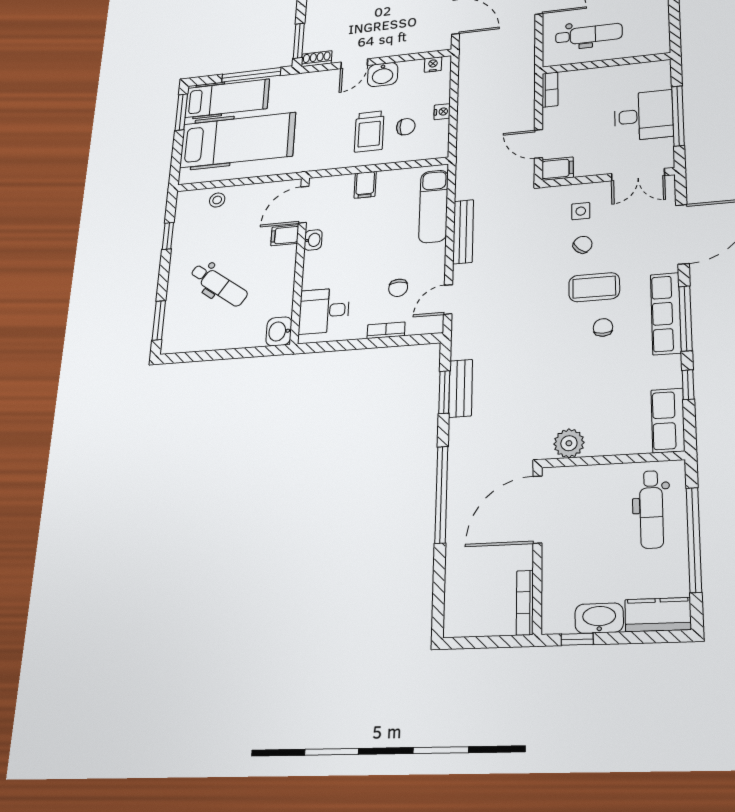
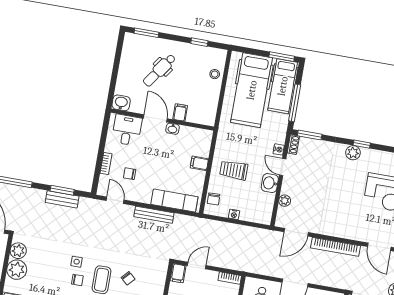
plant: (408, 46) -> (285, 201), added
nightstand: (433, 65) -> (279, 149), moved
chair: (406, 127) -> (214, 199), moved
door: (304, 205) -> (155, 118), moved
side table: (581, 211) -> (77, 262), moved
plant: (605, 438) -> (17, 270), added

